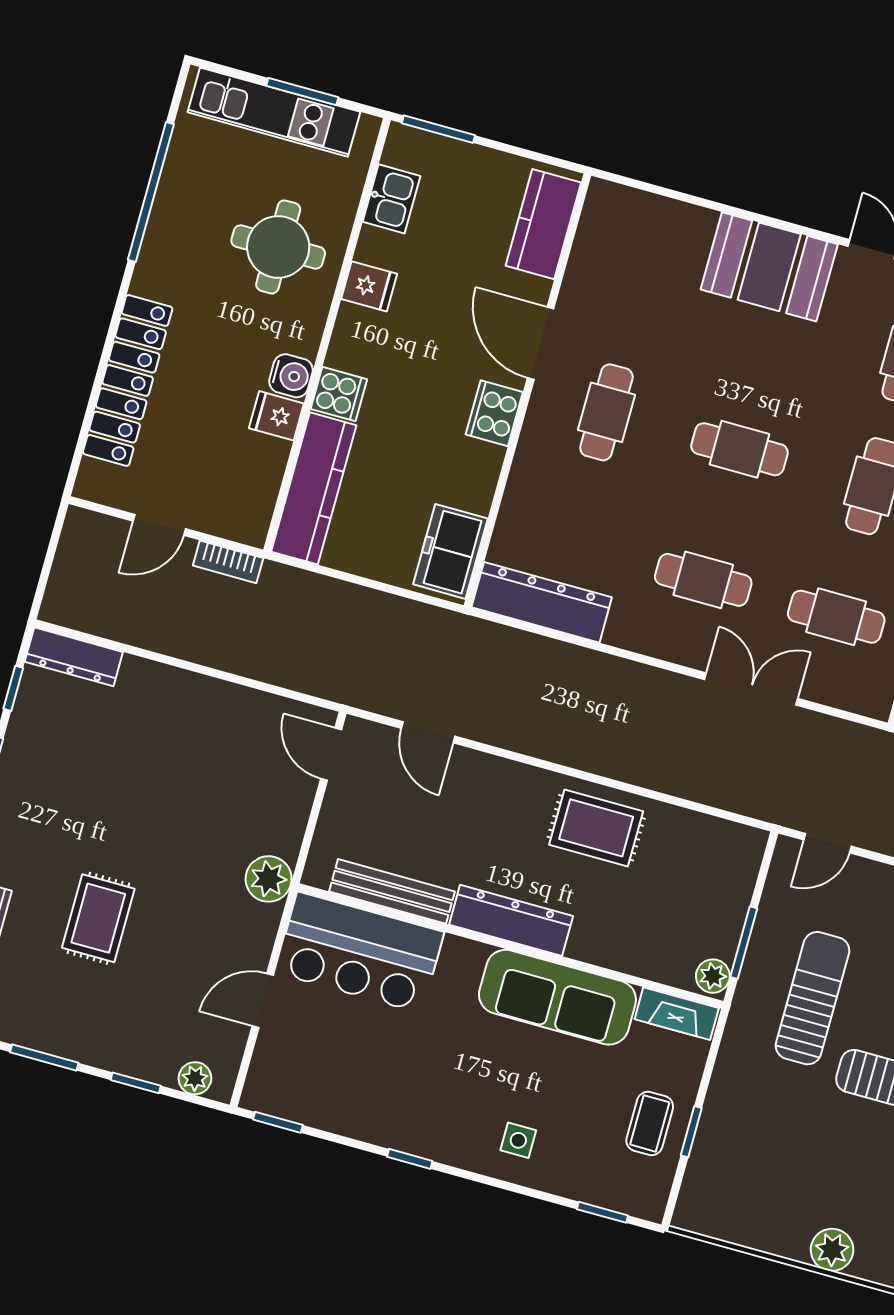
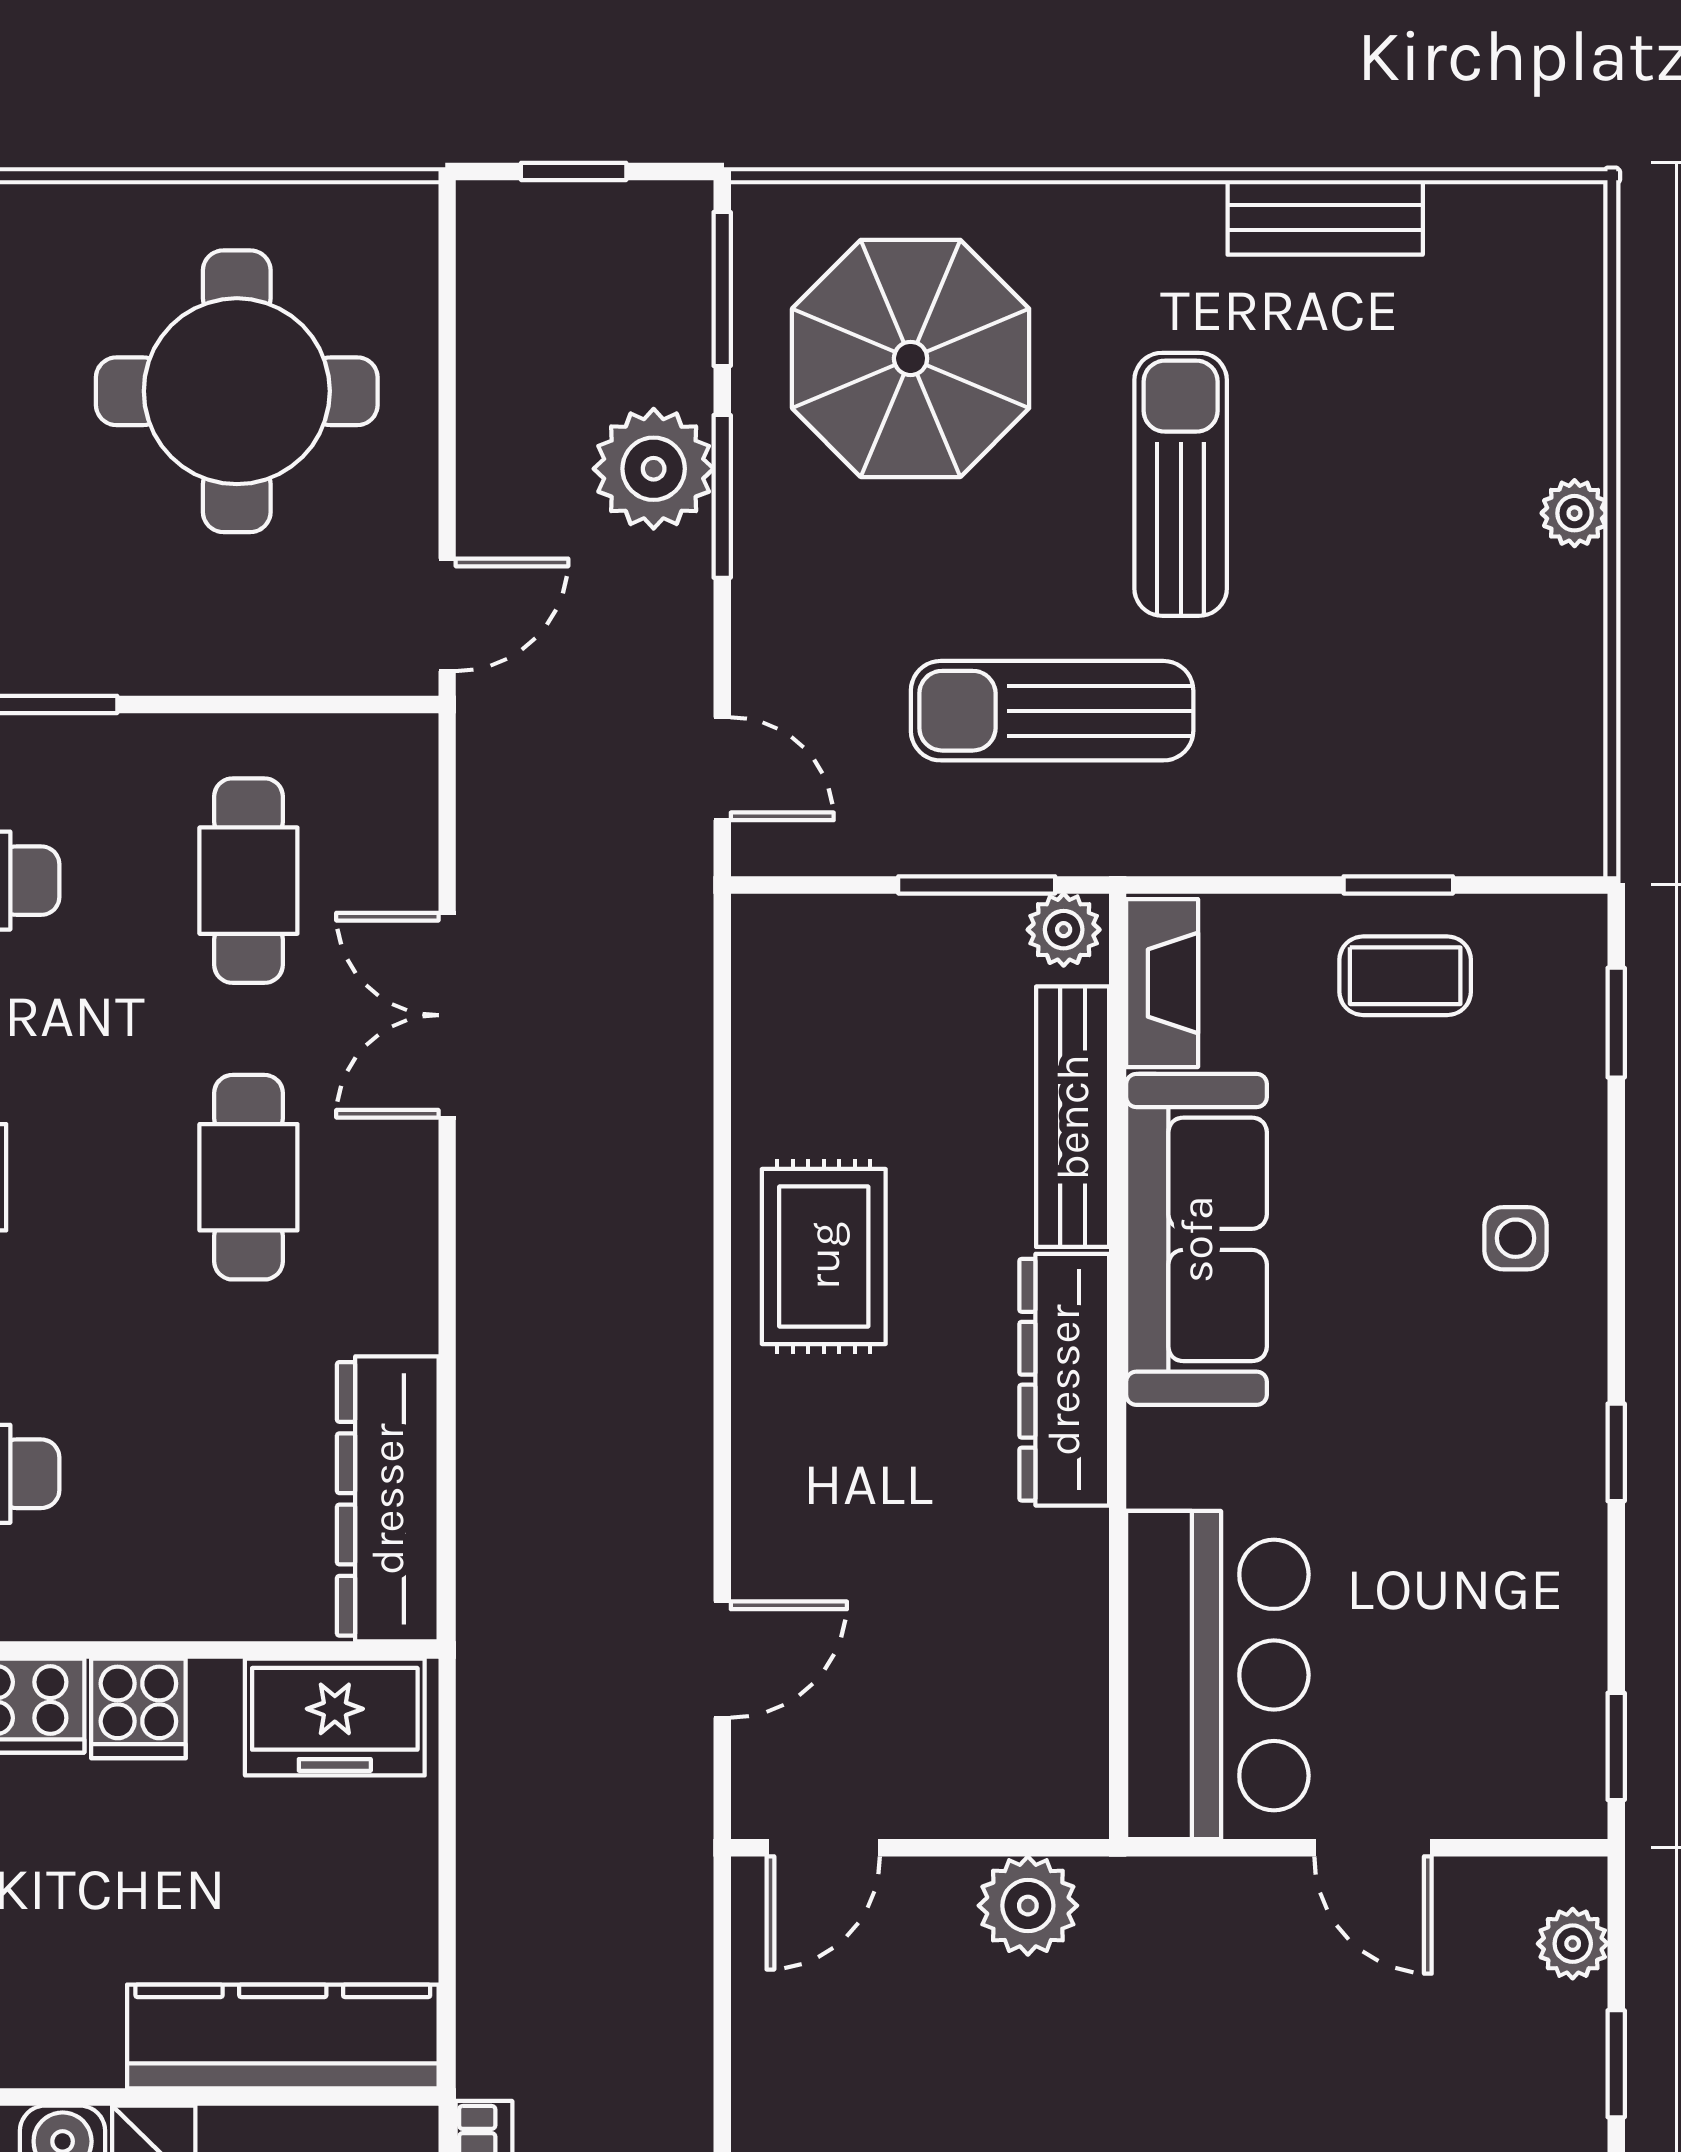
cooker: (339, 394) -> (138, 1708), moved, turned 180
plant: (269, 879) -> (1028, 1906), moved
bench: (392, 891) -> (1073, 1117), moved
plant: (832, 1250) -> (1575, 513), width x0.73, depth x0.73

